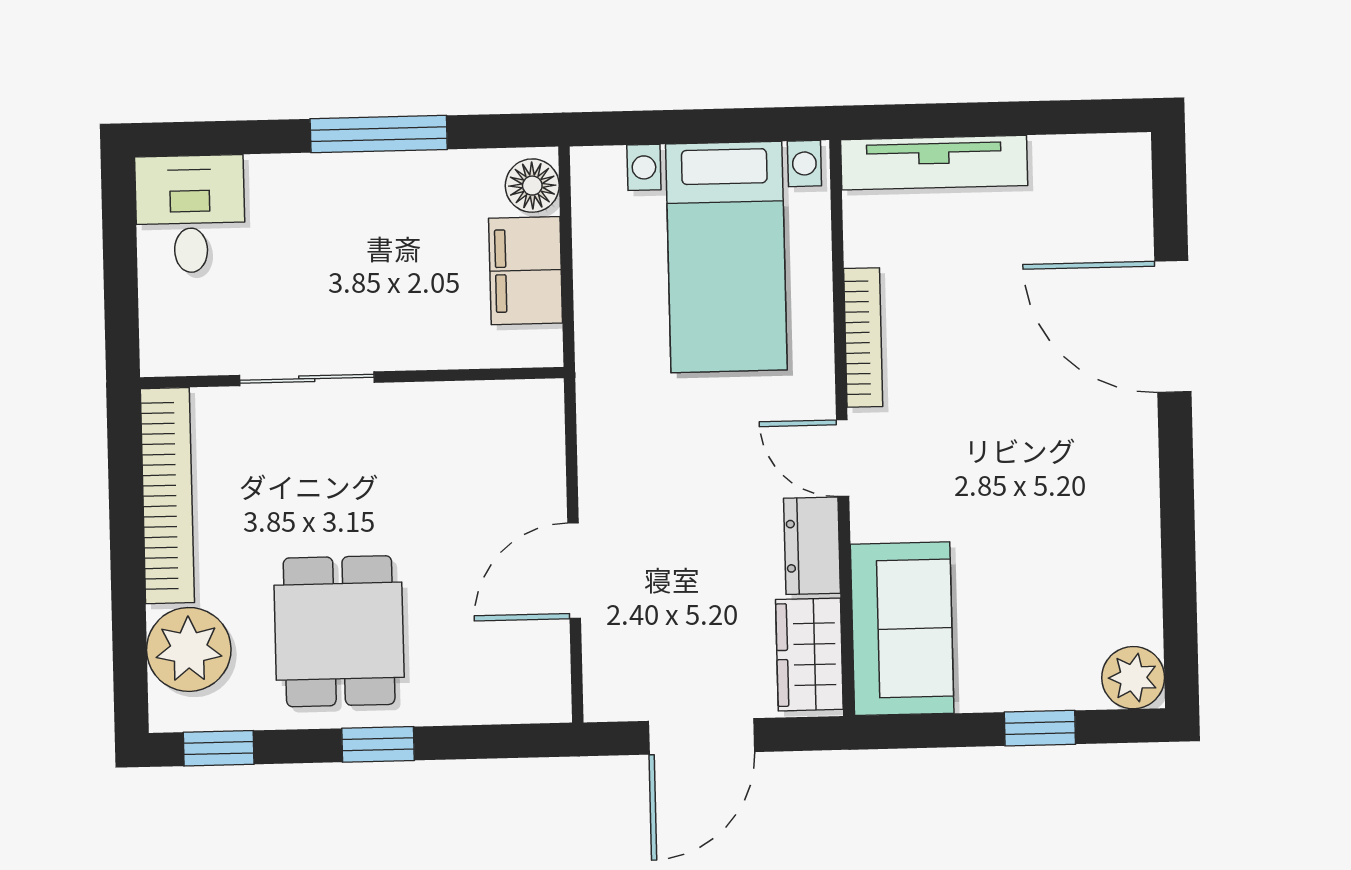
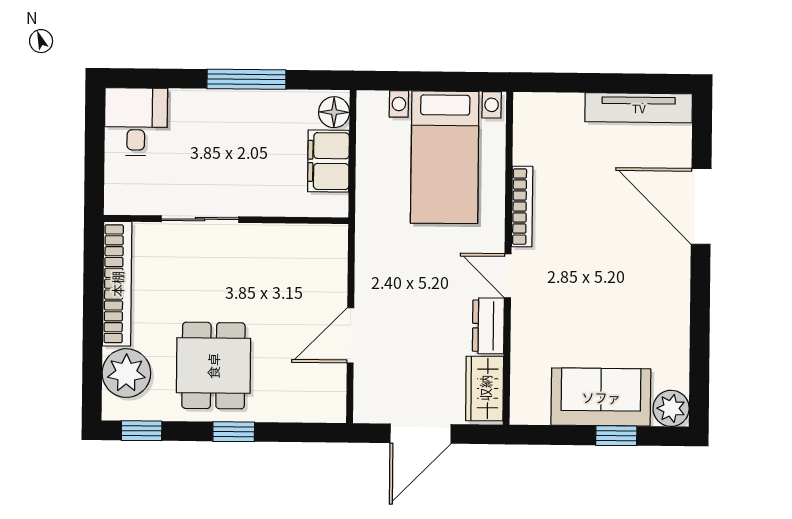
tv unit: (934, 163) -> (639, 108), moved
sofa: (902, 629) -> (601, 397), moved, turned -90

